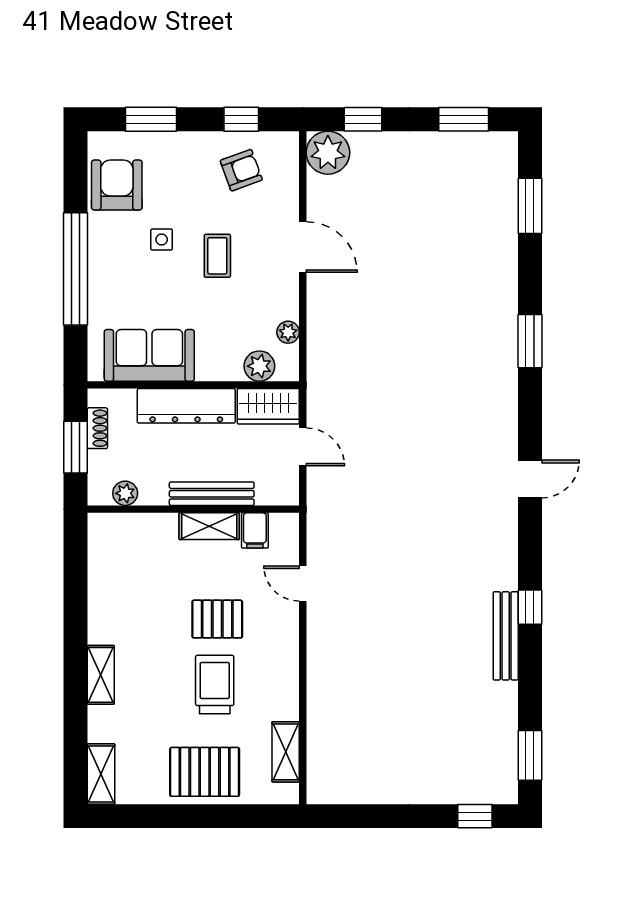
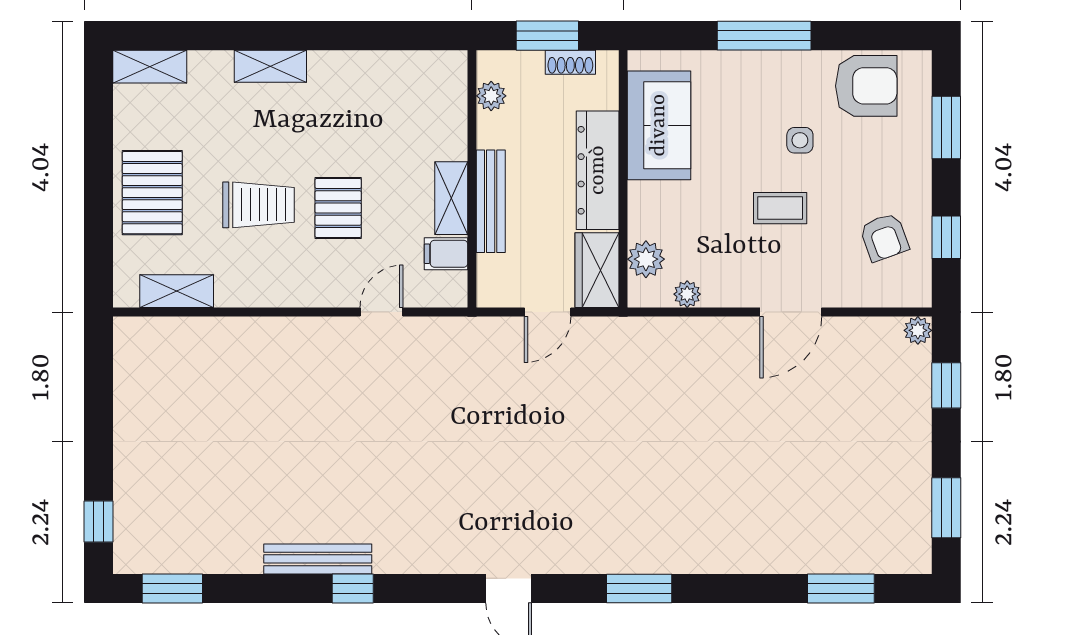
plant: (328, 153) -> (918, 330), width x0.53, depth x0.53
window: (76, 269) -> (764, 36), width x0.68
window: (530, 341) -> (639, 588), moved

